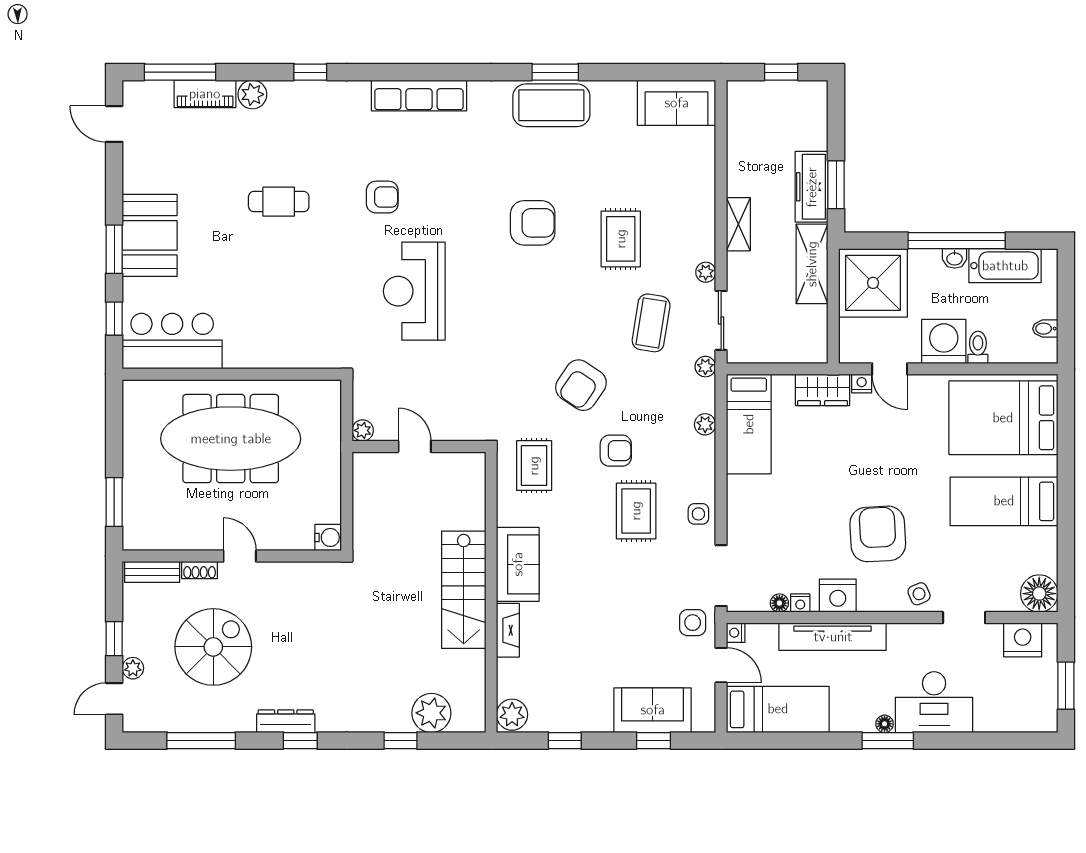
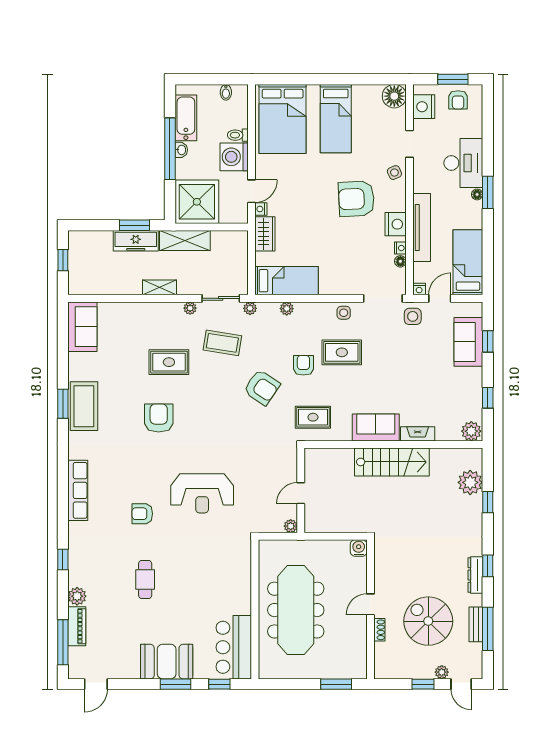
armchair: (382, 197) -> (142, 514), turned -90
bench: (152, 572) -> (476, 624), moved
armchair: (1033, 694) -> (458, 100), added

